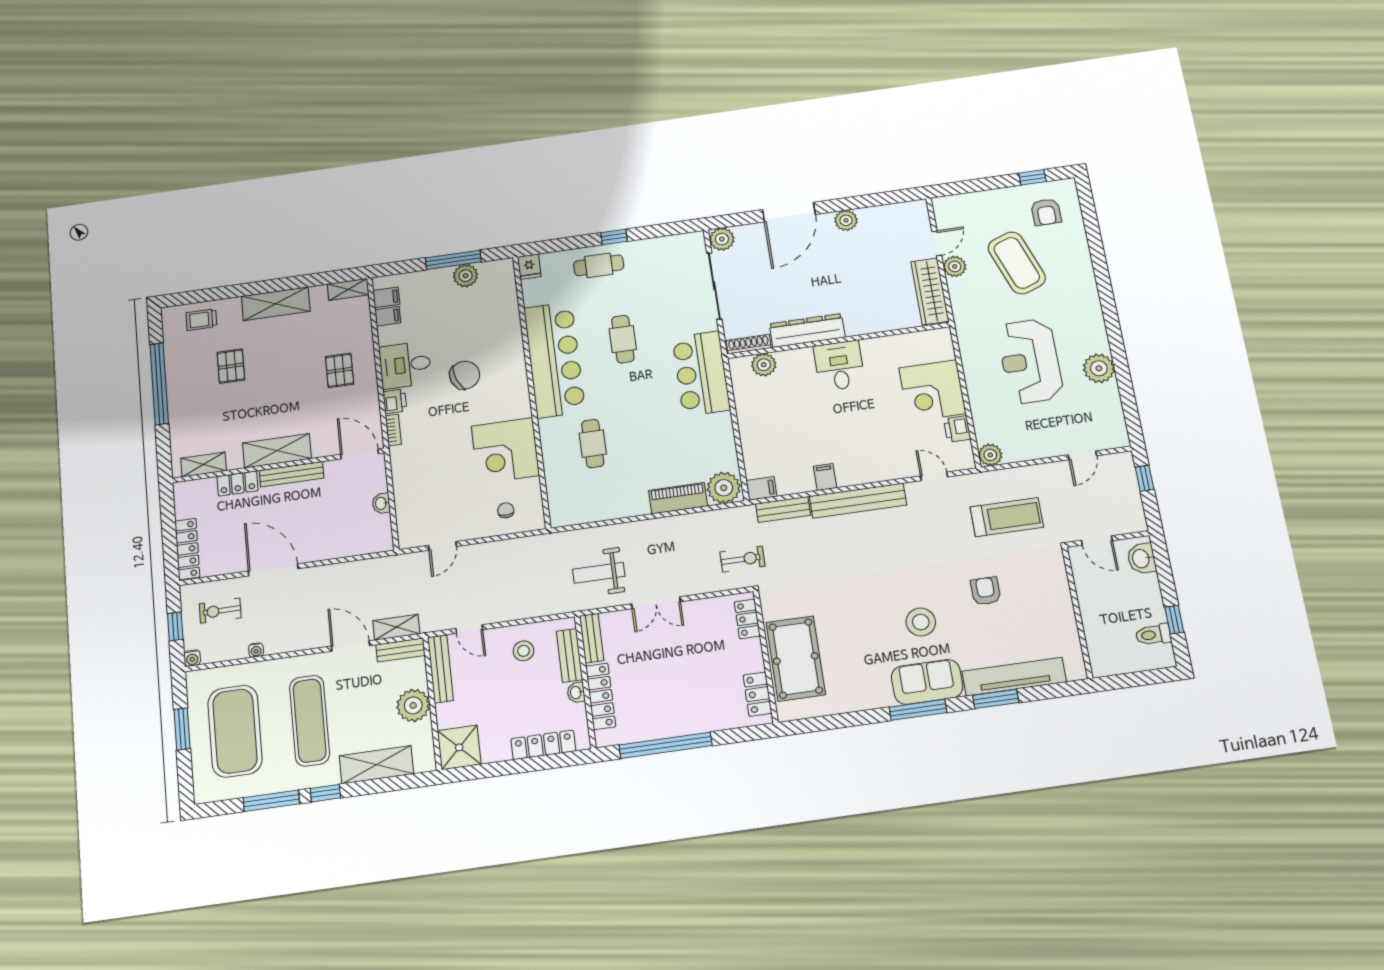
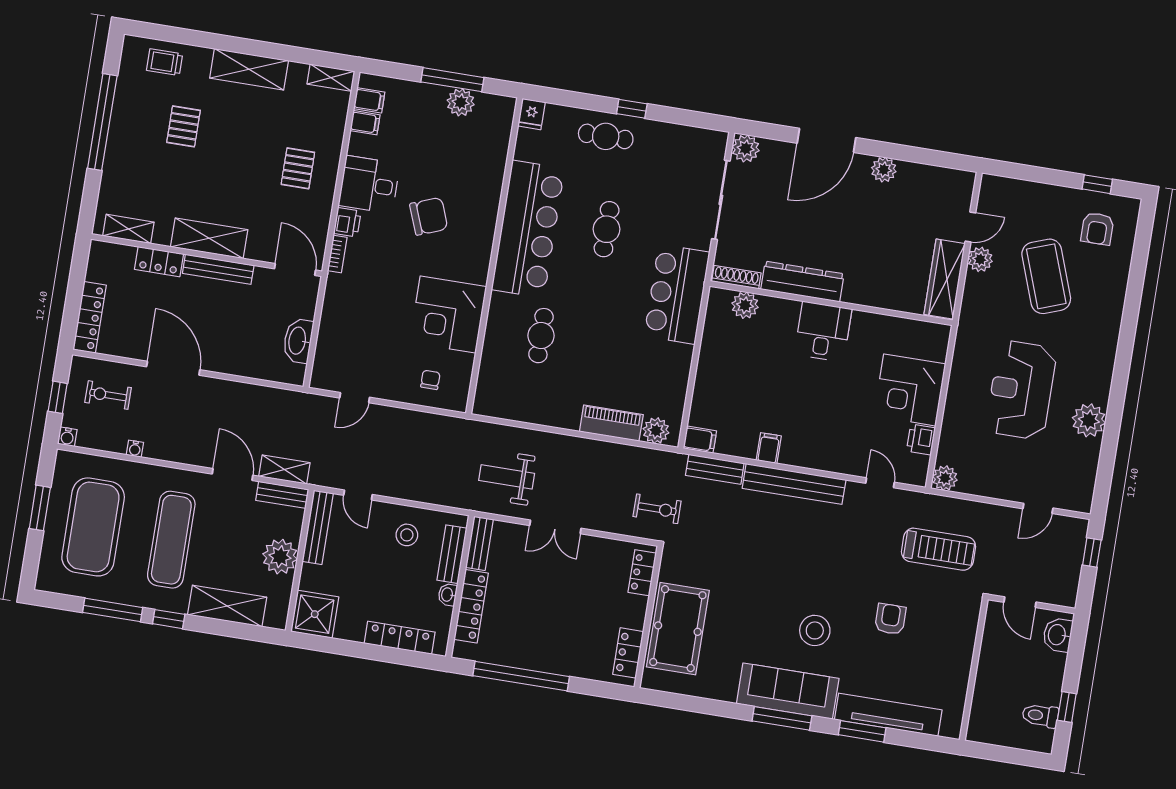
plant: (724, 488) -> (656, 431), width x0.73, depth x0.73
washbasin: (381, 503) -> (298, 341), width x1.91, depth x1.45
sofa: (927, 682) -> (788, 691), width x1.36

